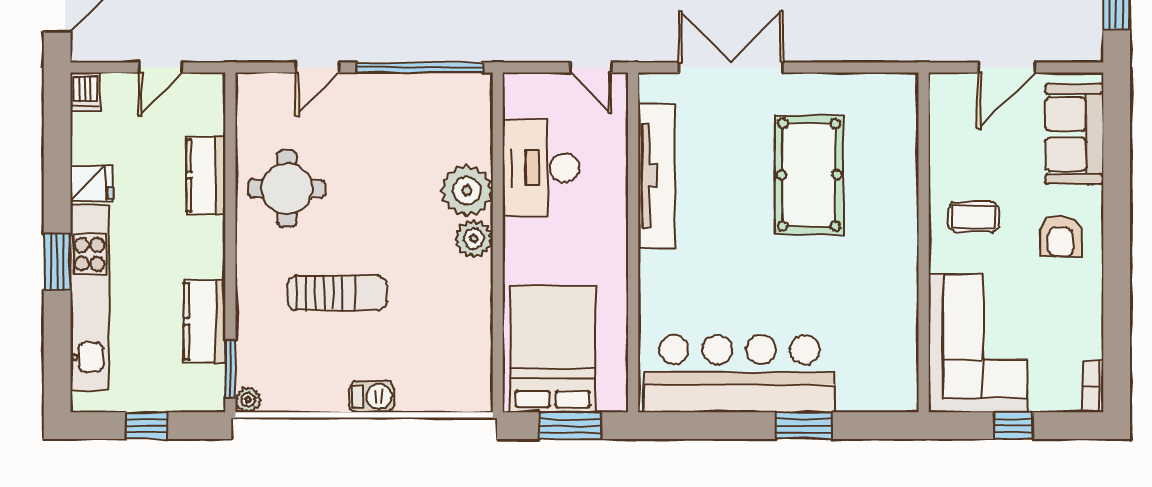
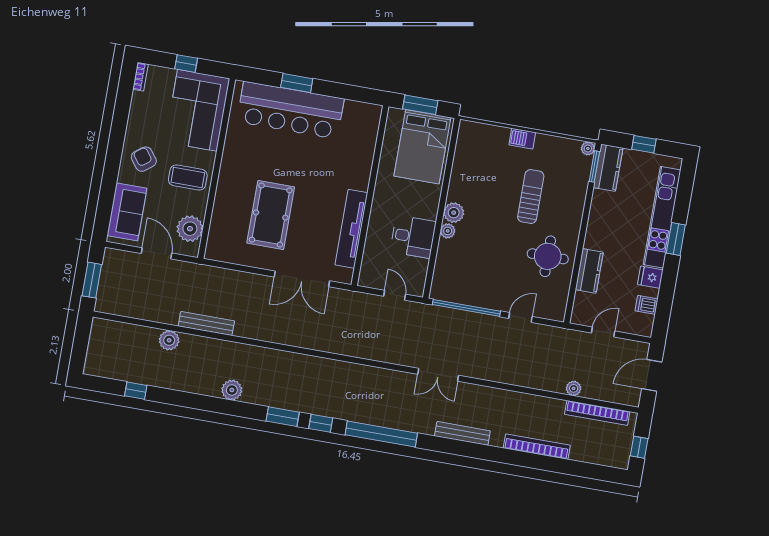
door: (591, 67) -> (395, 295), moved
door: (1006, 67) -> (157, 253), hinge flipped
dishwasher: (85, 92) -> (647, 305), moved, turned -90
plant: (953, 124) -> (190, 229), added
desk: (541, 168) -> (413, 237), width x0.73
plant: (467, 191) -> (448, 231), width x0.53, depth x0.53
coffee table: (974, 217) -> (188, 177), width x1.36, depth x1.30
armchair: (1060, 236) -> (144, 159), turned -37
sun lounger: (337, 293) -> (531, 197), turned 90
kitchen counter: (205, 321) -> (608, 168), moved
bar counter: (739, 374) -> (290, 110), moved

